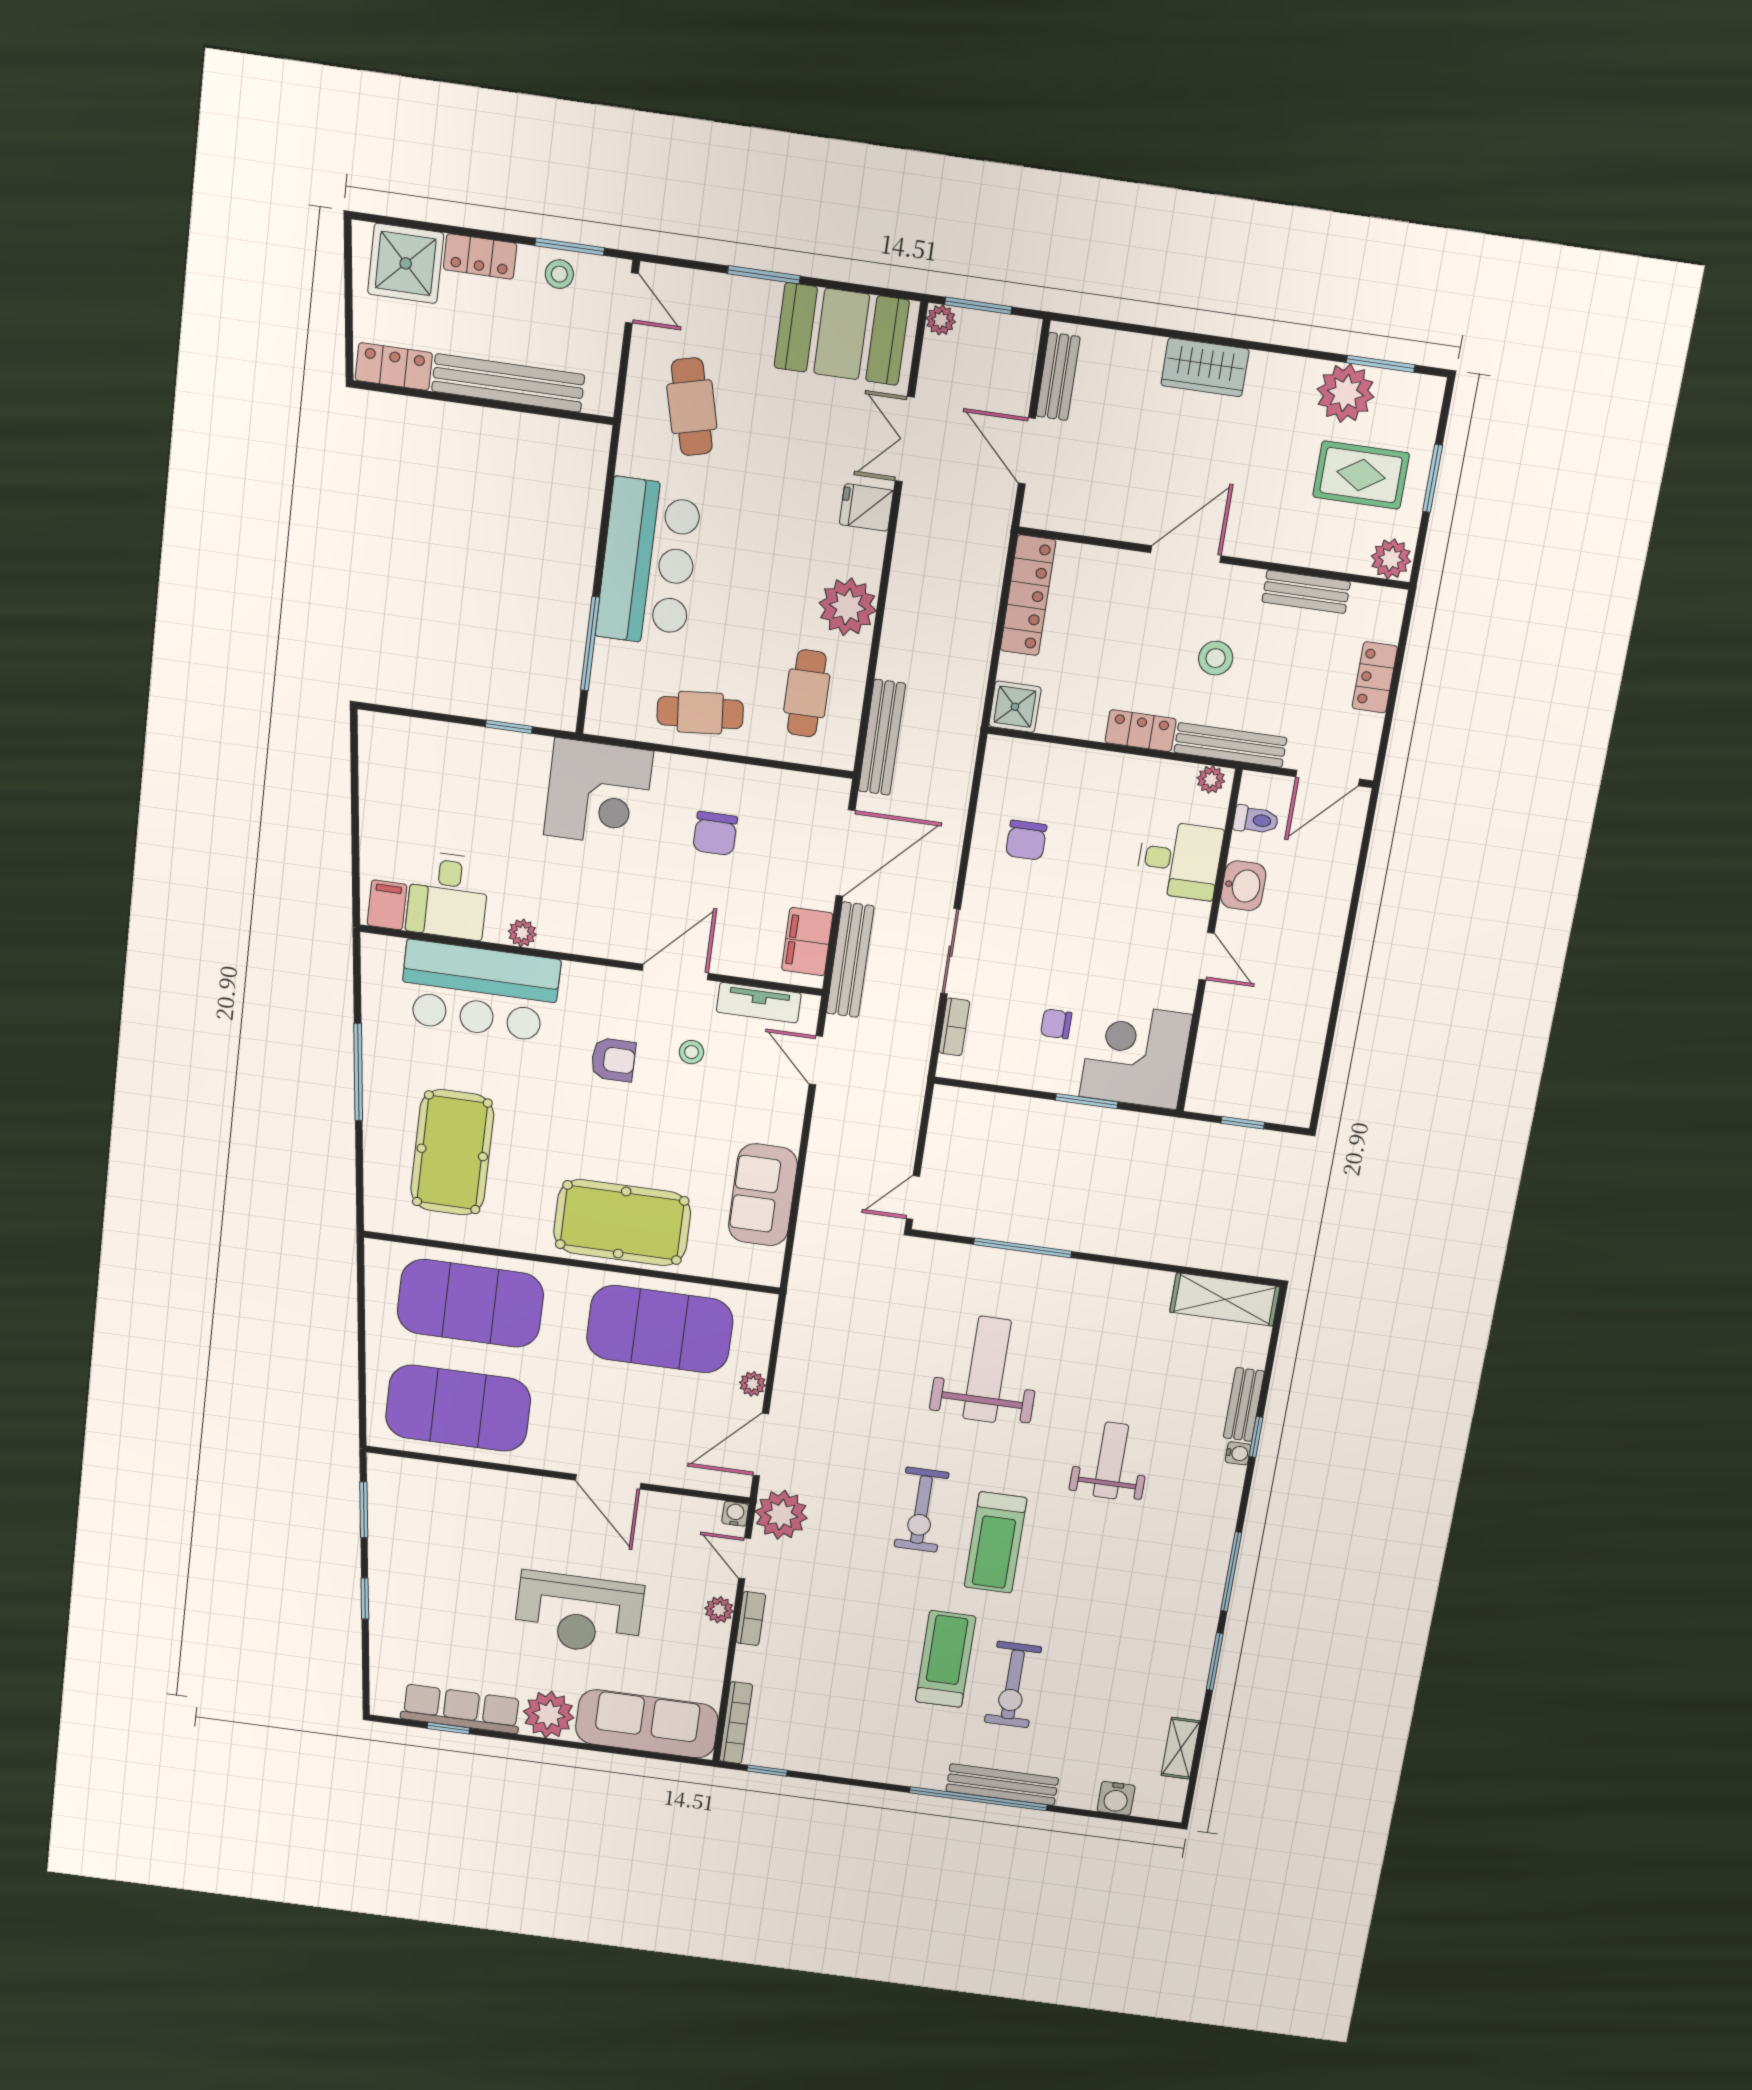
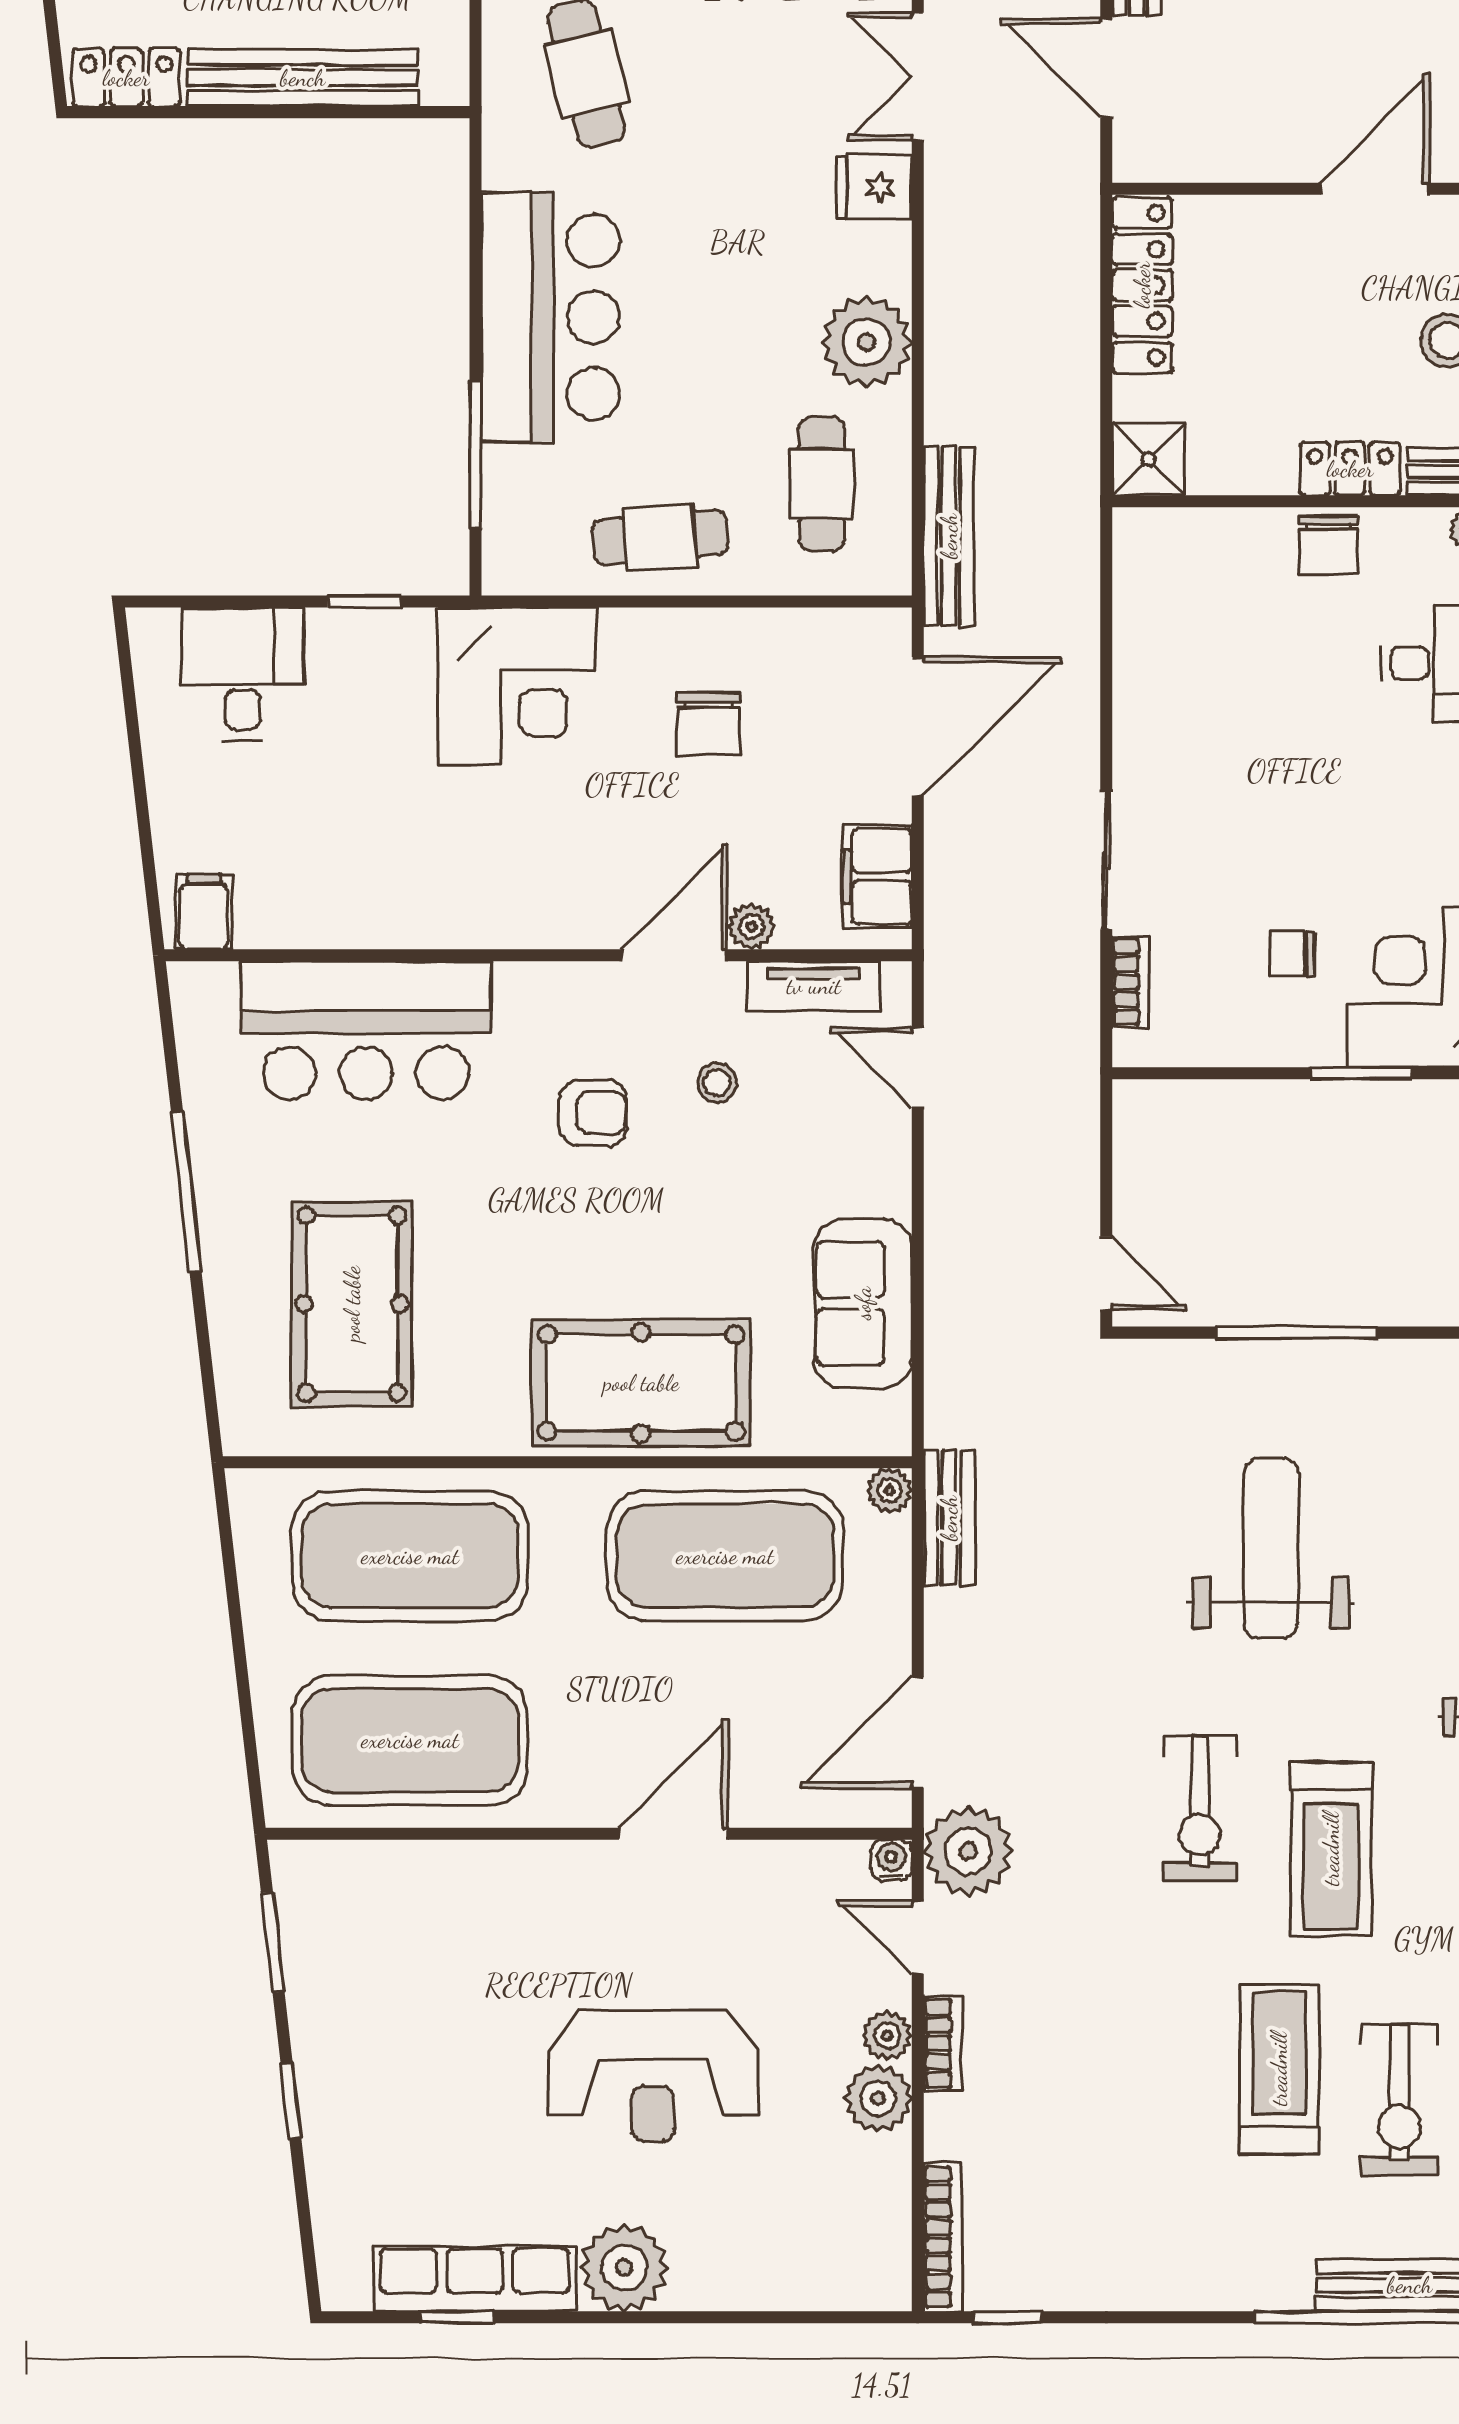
chair: (1026, 840) -> (1329, 544), moved
desk: (448, 895) -> (242, 674), moved, turned 180
plant: (522, 933) -> (751, 927), moved
bench: (850, 960) -> (949, 1518), moved, width x0.73
door: (913, 1198) -> (1106, 1273), swing flipped
plant: (753, 1384) -> (890, 1490), moved
door: (608, 1482) -> (673, 1834), swing flipped
plant: (709, 1643) -> (878, 2098), added
sofa: (647, 1724) -> (792, 2261), removed

